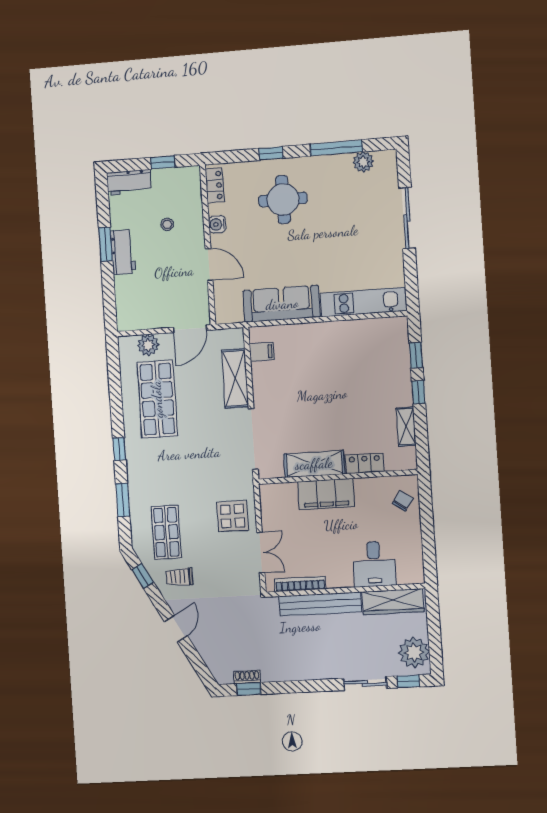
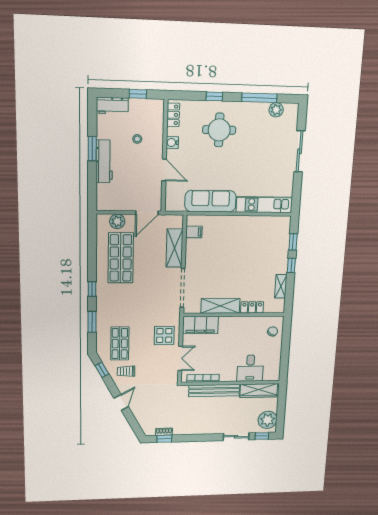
workbench: (123, 252) -> (104, 161), width x1.38
filing cabinet: (326, 494) -> (200, 325), moved

